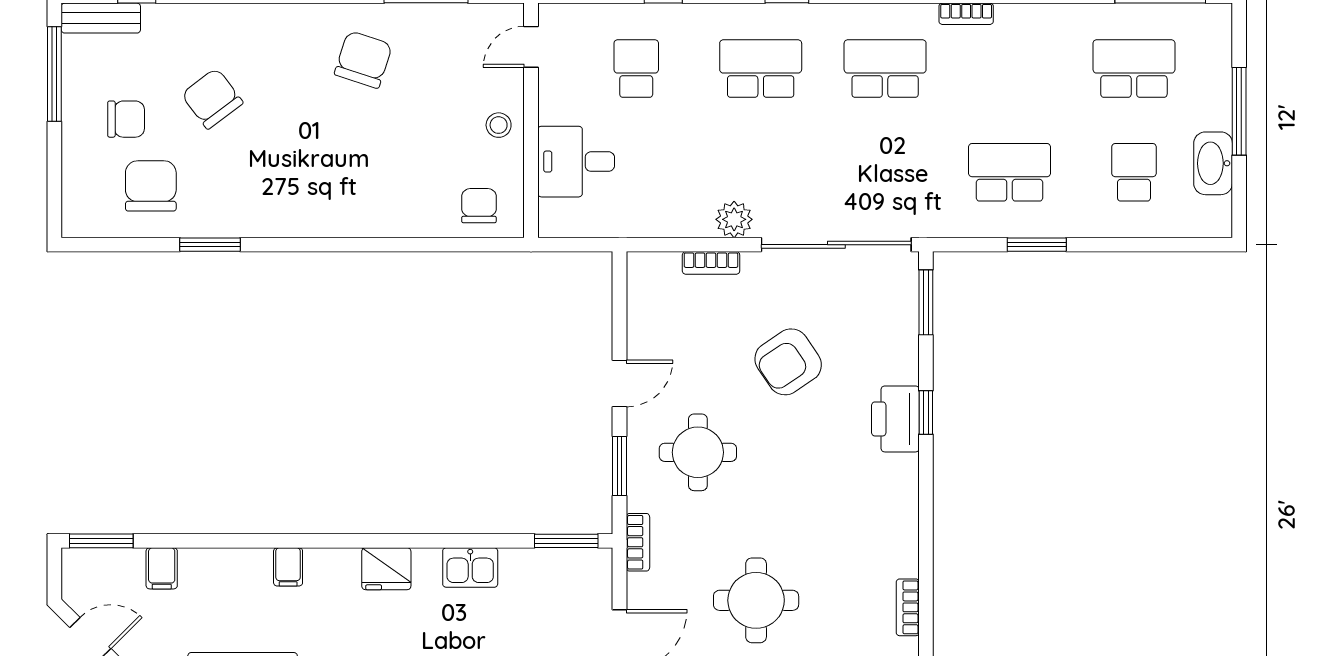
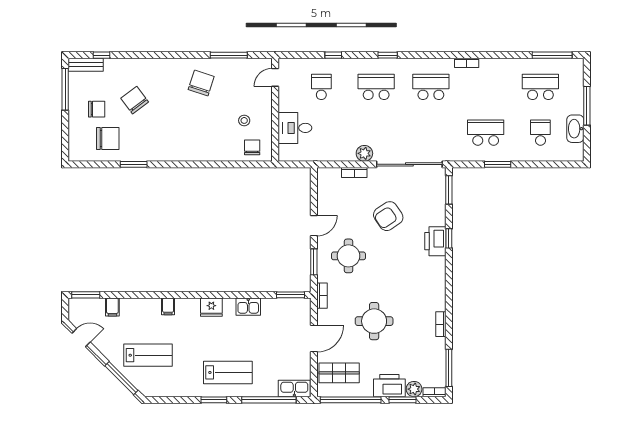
stool: (499, 125) -> (244, 120), moved
chair: (151, 186) -> (108, 139), turned 90

